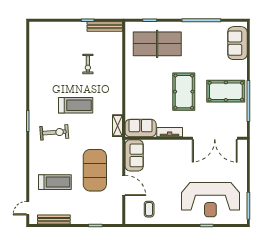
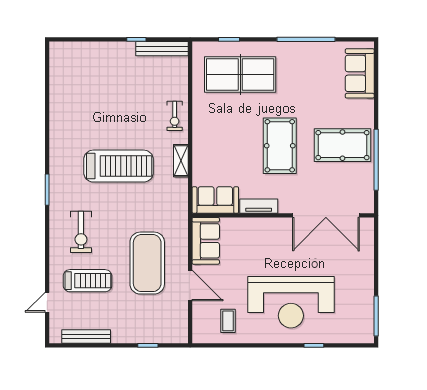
exercise bike: (88, 64) -> (175, 116), moved
treadmill: (76, 105) -> (118, 166), width x1.37, depth x1.38
shelving: (117, 126) -> (181, 161), moved
exercise bike: (54, 132) -> (81, 232), moved, turned 94
reception desk: (210, 200) -> (291, 302), moved
door: (28, 208) -> (47, 302), moved

